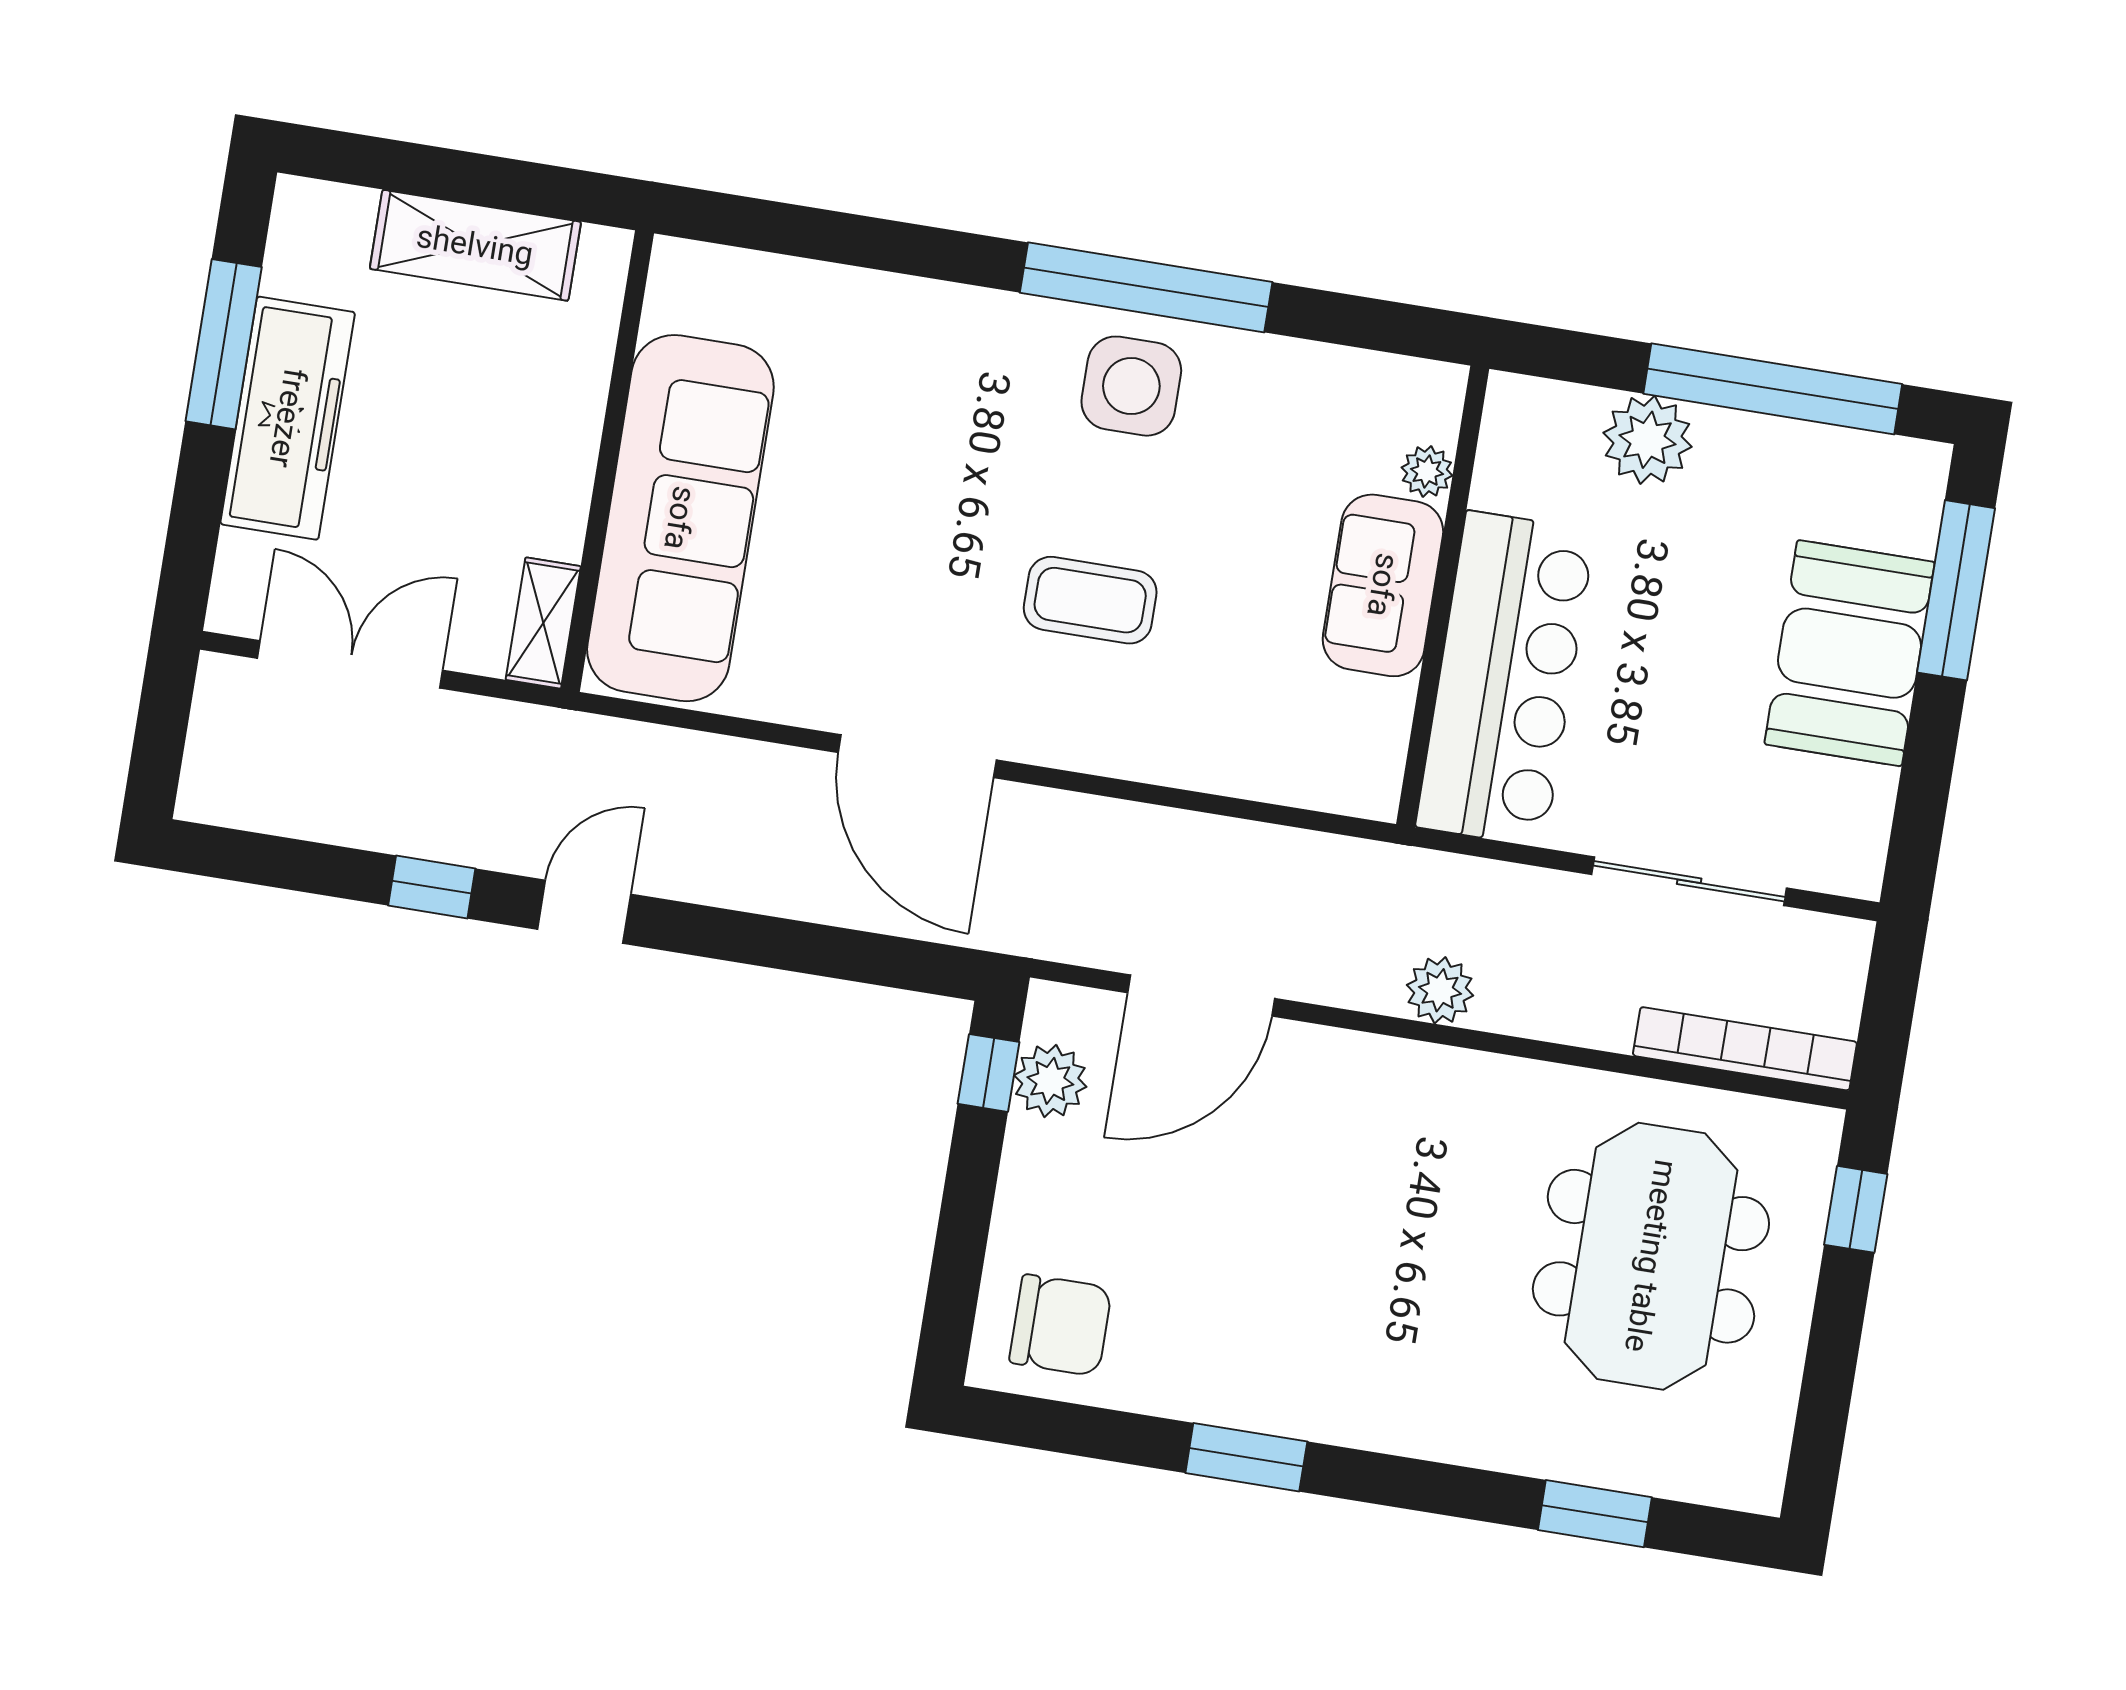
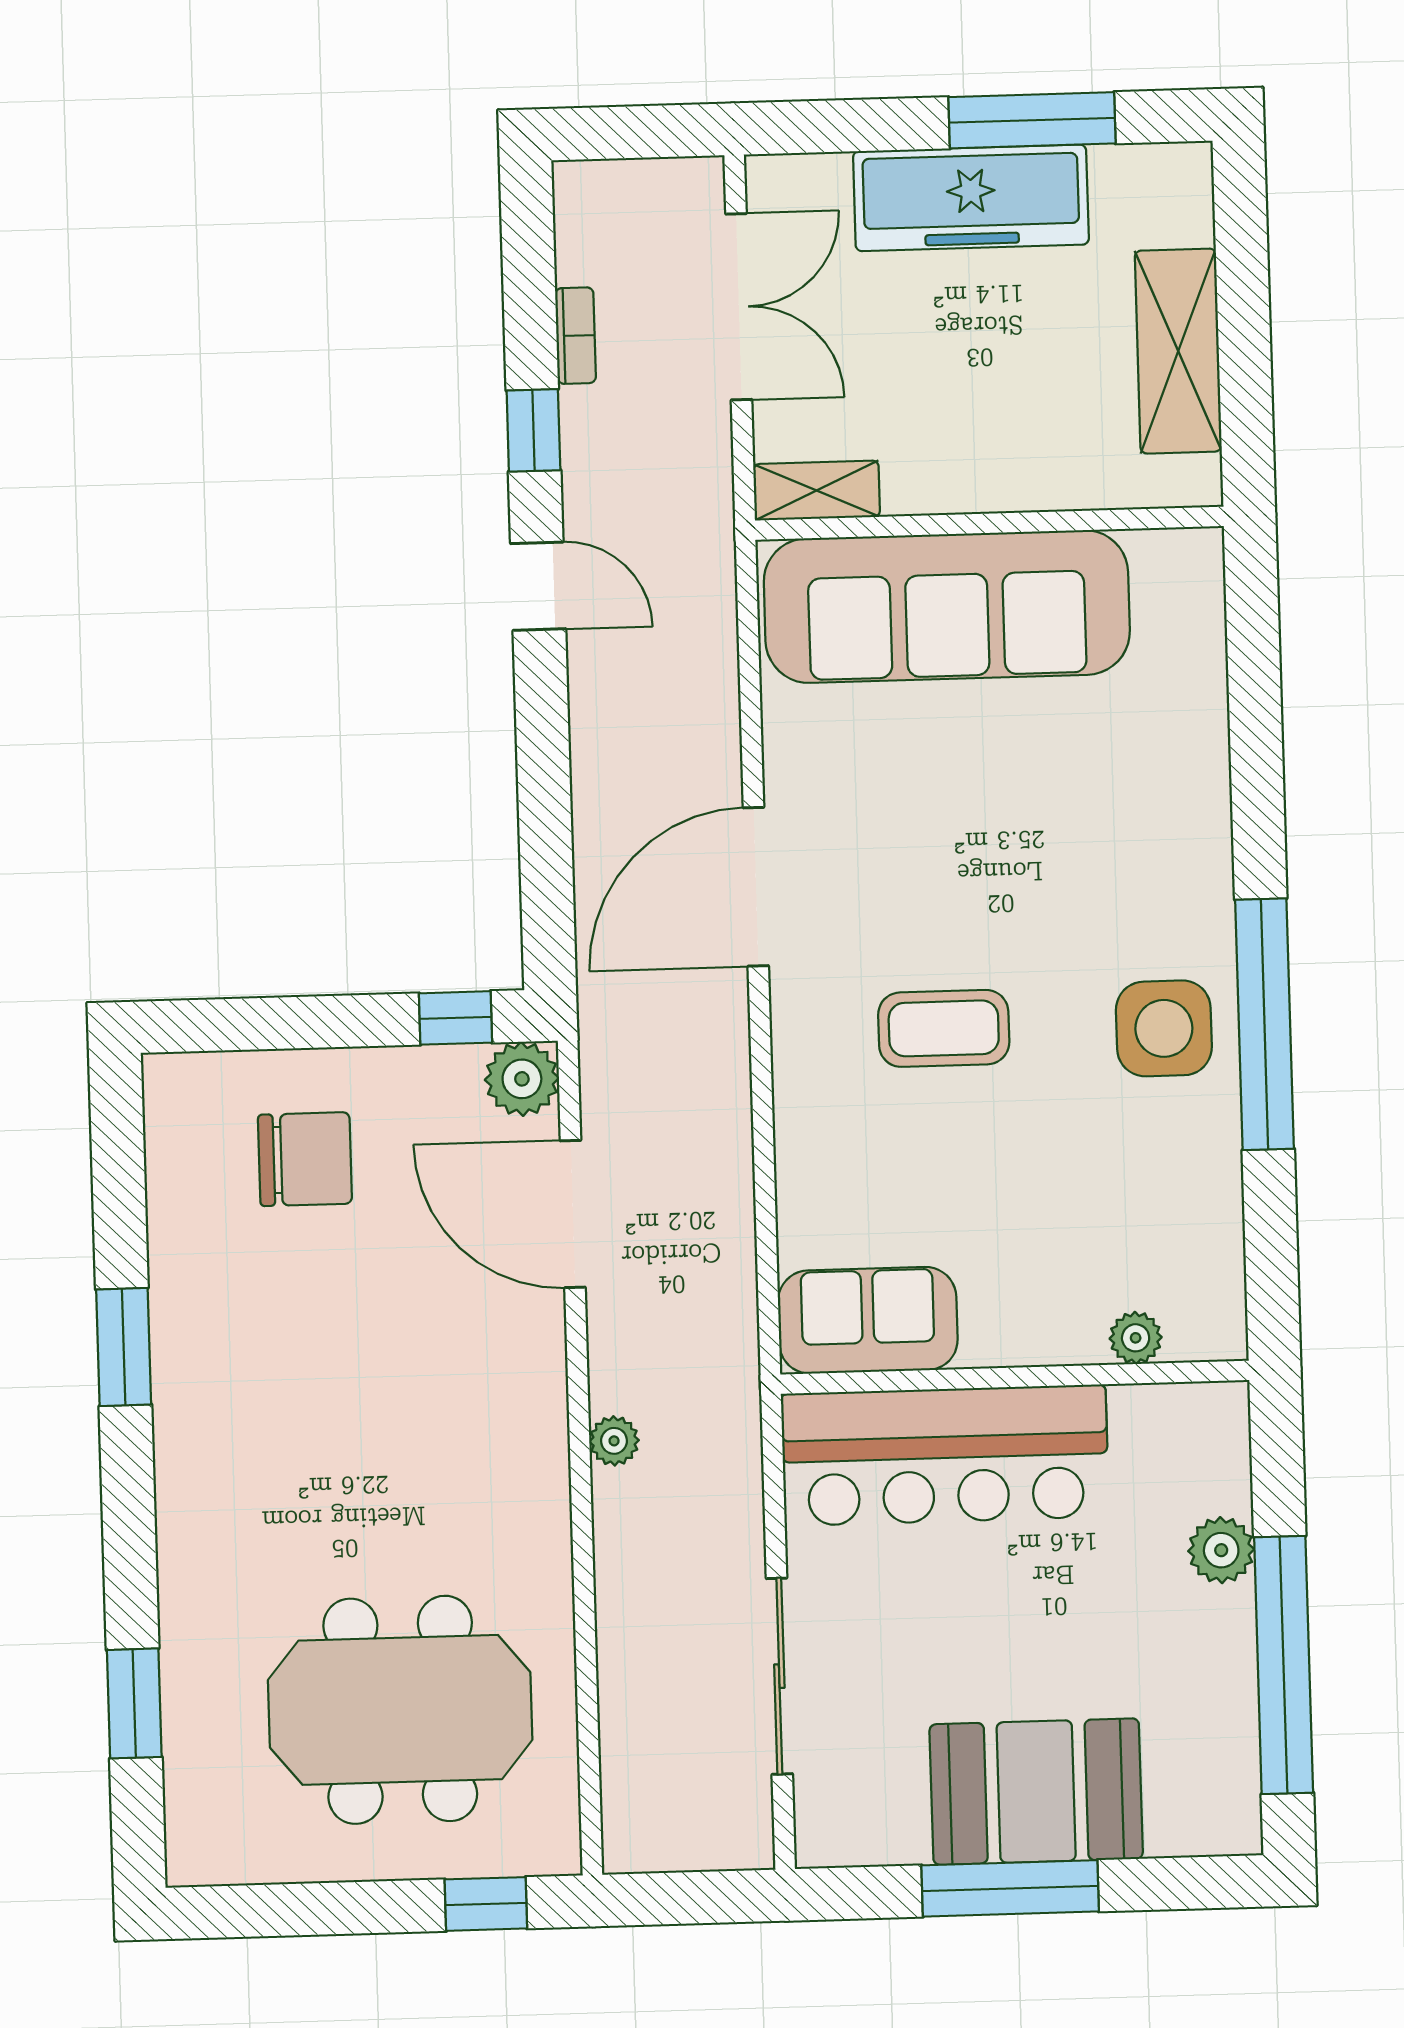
plant: (1647, 440) -> (1221, 1550), width x0.73, depth x0.73
sofa: (1383, 585) -> (868, 1320), moved
window: (1956, 590) -> (1010, 1888), moved
coffee table: (1090, 600) -> (944, 1028), turned 90
plant: (1440, 990) -> (614, 1441), width x0.73, depth x0.73
bookcase: (1745, 1049) -> (576, 336), moved, width x0.43, depth x0.76
plant: (1050, 1081) -> (522, 1079), moved
chair: (1061, 1325) -> (305, 1159), moved, turned -90

